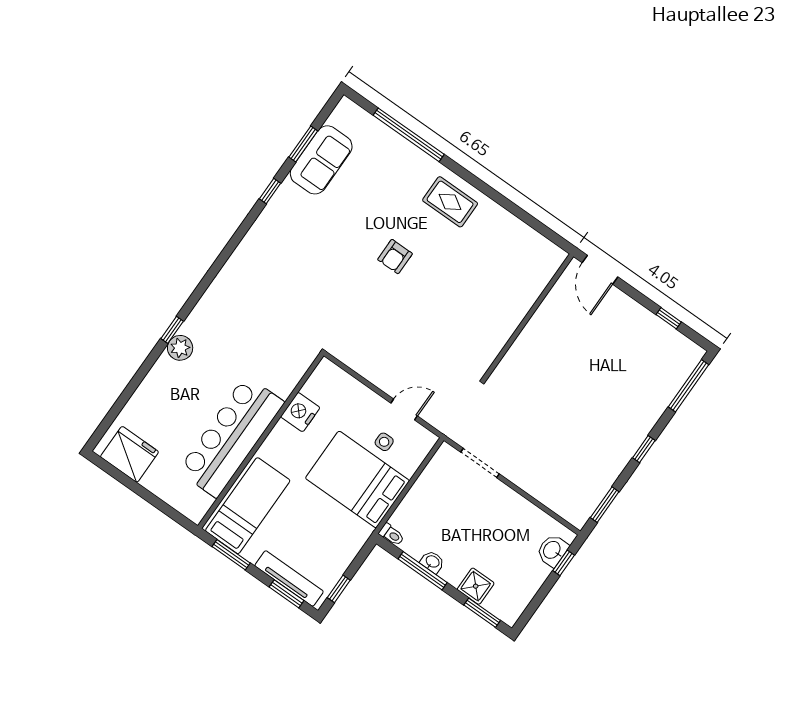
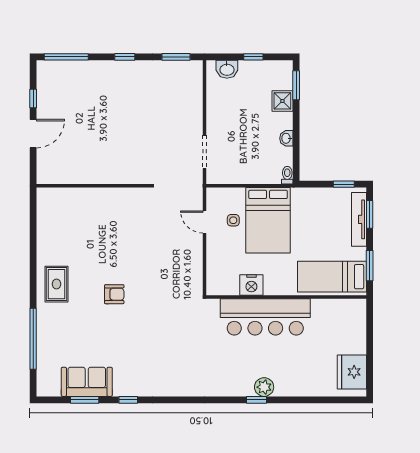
door: (600, 270) -> (33, 134), moved
bar counter: (231, 437) -> (265, 317), moved
window: (564, 563) -> (253, 57), moved
window: (423, 571) -> (296, 140), removed

